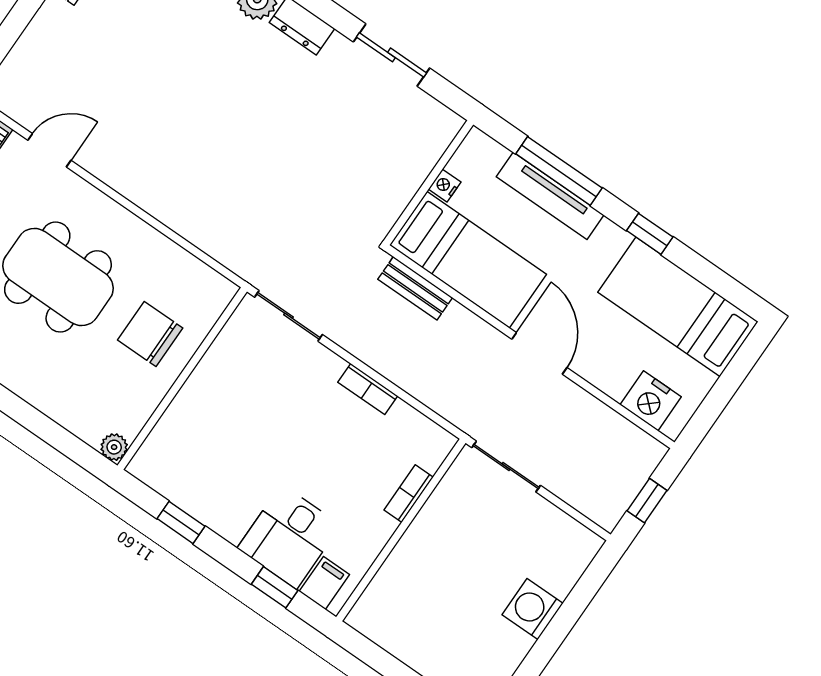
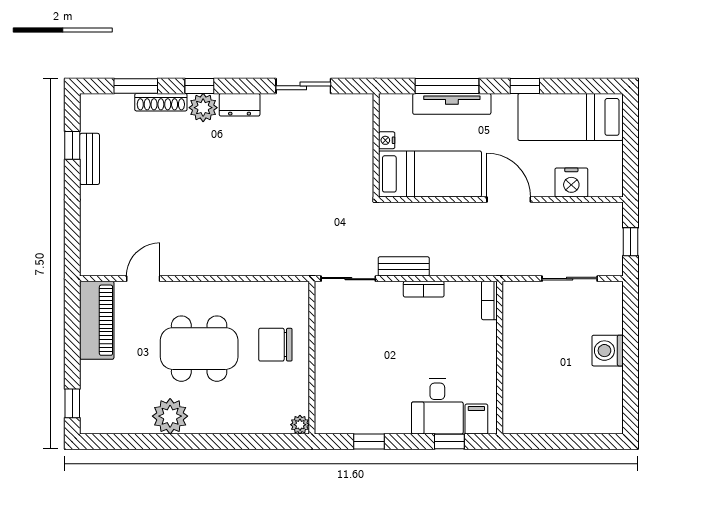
bench: (415, 288) -> (404, 266), moved
nightstand: (651, 401) -> (571, 182), moved
sliding door: (506, 466) -> (570, 279), moved
bookcase: (409, 494) -> (489, 300), moved

